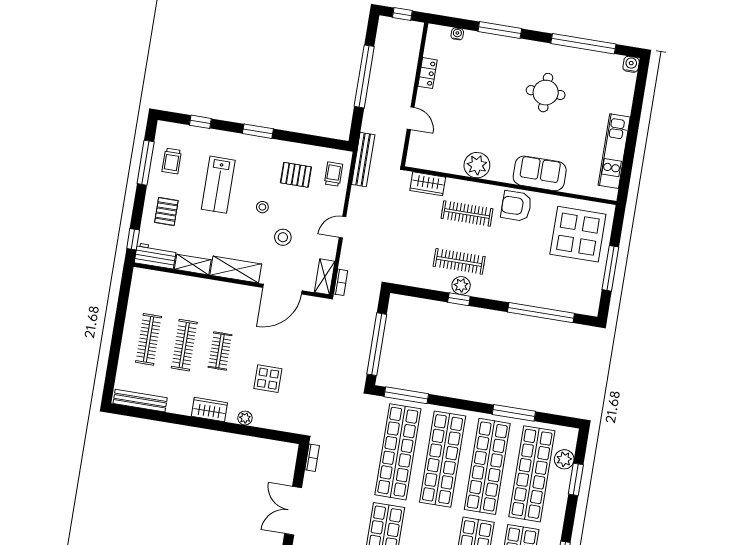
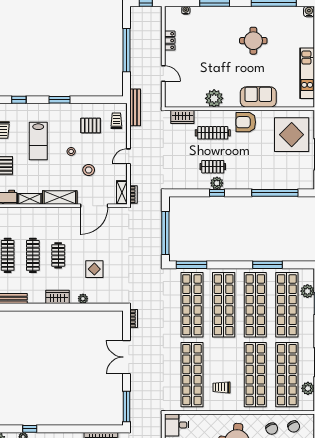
clothes rail: (459, 261) -> (213, 167), width x0.73

